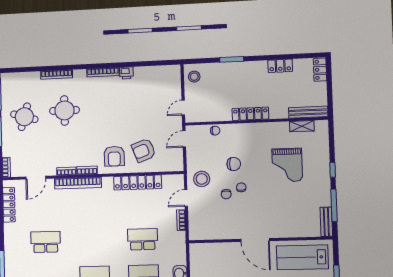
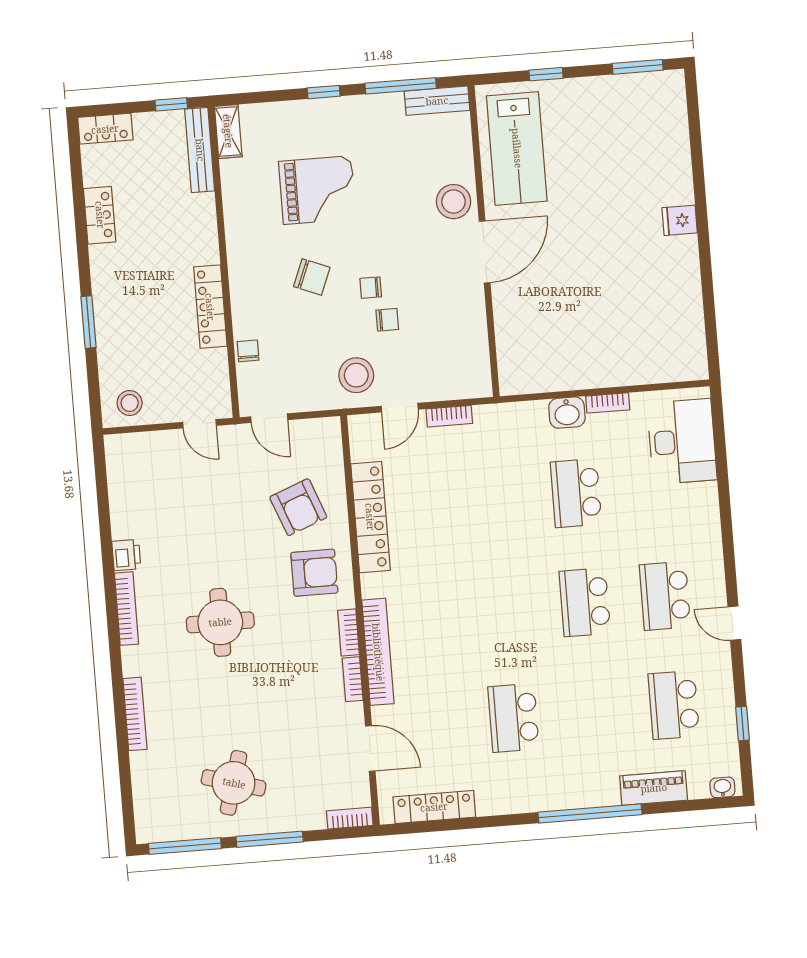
window: (330, 100) -> (171, 104), added
round table: (64, 110) -> (220, 622), moved
locker: (250, 114) -> (210, 307), moved
shelving: (302, 126) -> (228, 131), moved
chair: (234, 164) -> (312, 277), moved, turned 111
door: (186, 198) -> (400, 408), hinge flipped
stool: (279, 227) -> (454, 202), added
school desk: (143, 239) -> (496, 499), removed

